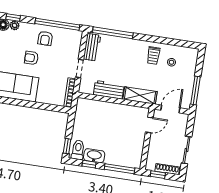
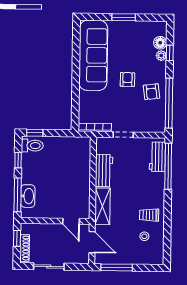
armchair: (45, 38) -> (151, 92), turned -97
workbench: (92, 47) -> (157, 157), moved, turned 90
washbasin: (94, 156) -> (28, 196), moved

